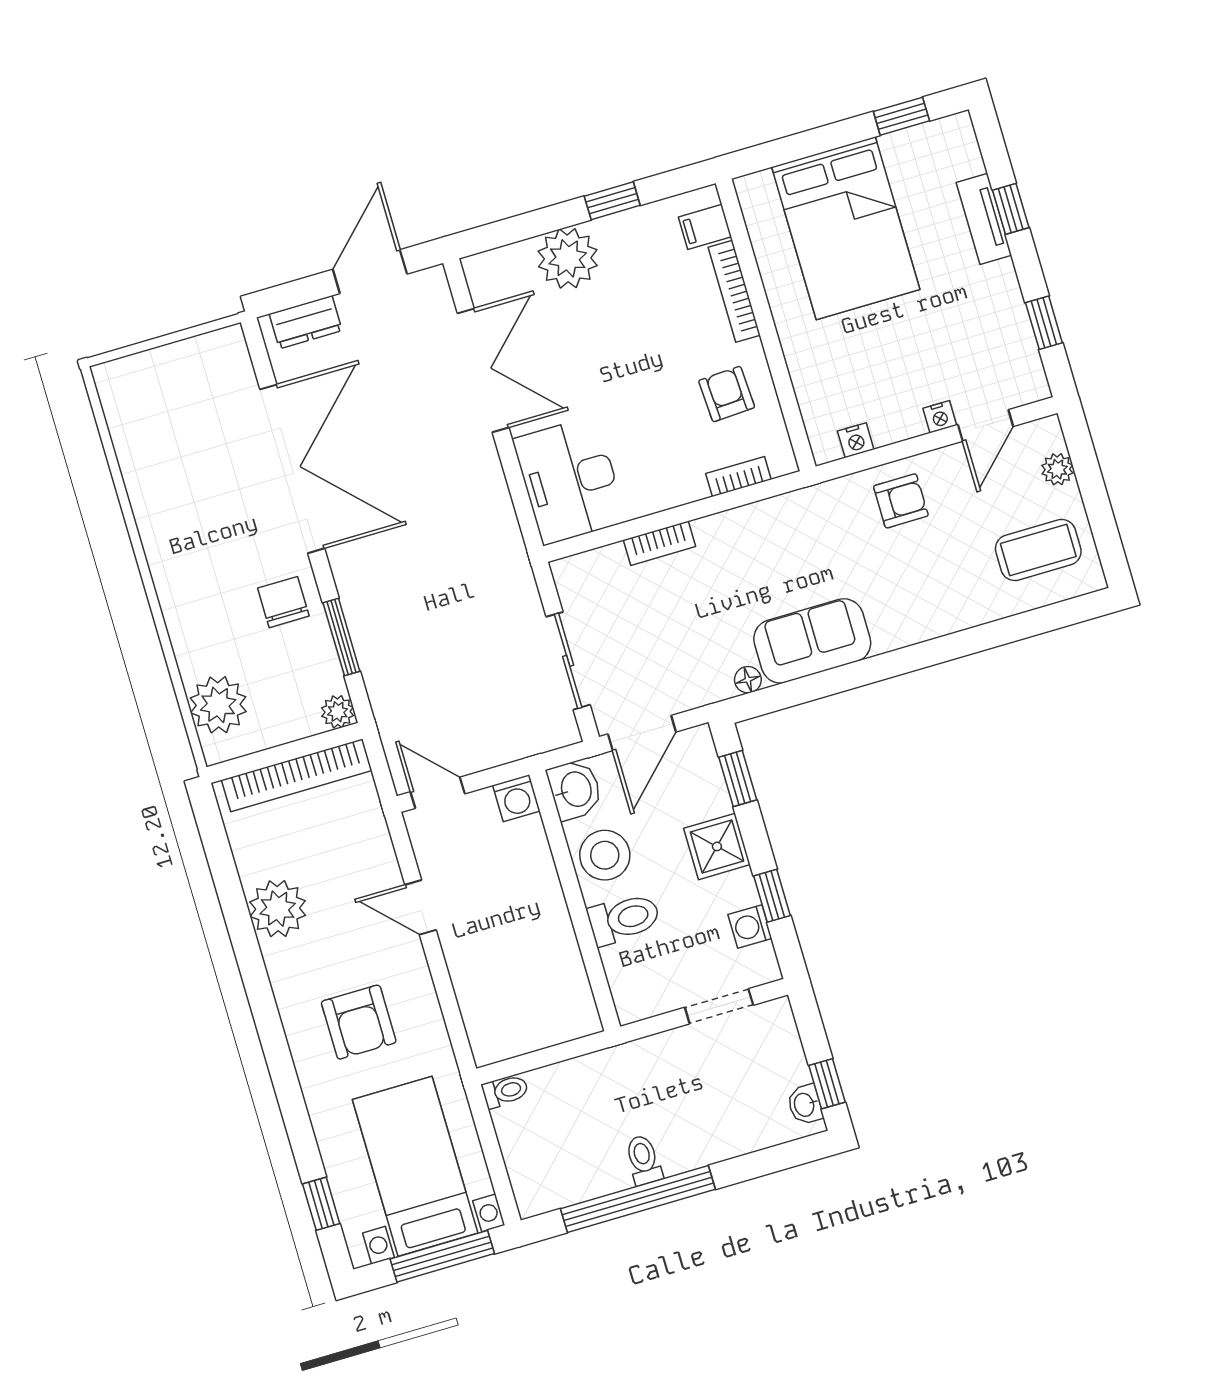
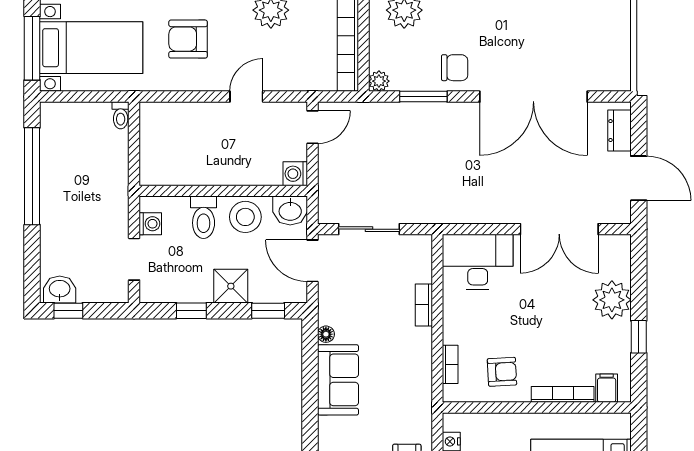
washing machine: (750, 927) -> (150, 224), moved, turned 90
washbasin: (805, 1105) -> (60, 289), width x1.38, depth x1.45
toilet: (644, 1160) -> (55, 187), removed

